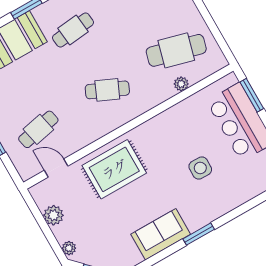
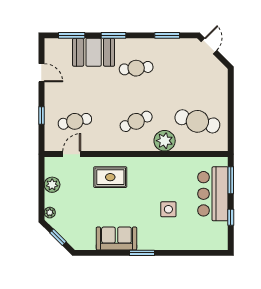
plant: (181, 84) -> (165, 141), moved, width x1.88, depth x1.88
cafe table: (107, 90) -> (136, 121), turned -48
door: (56, 168) -> (72, 154), hinge flipped
rug: (114, 169) -> (110, 177), width x0.73, depth x0.70

